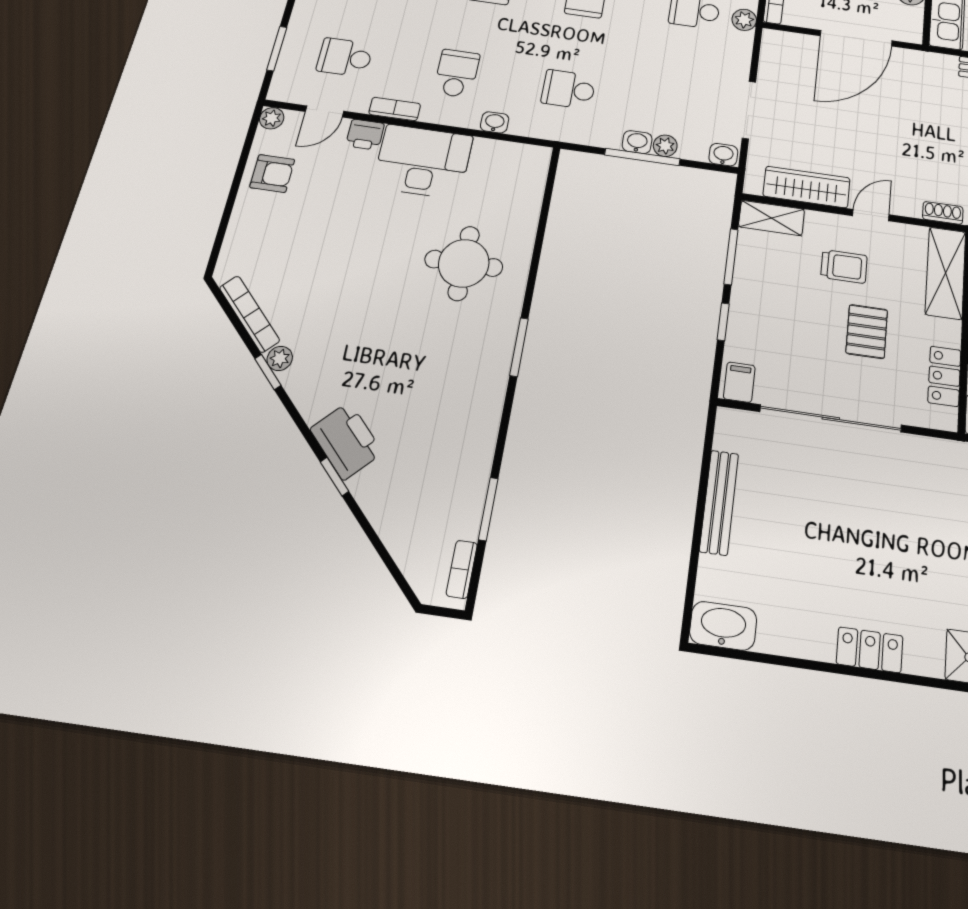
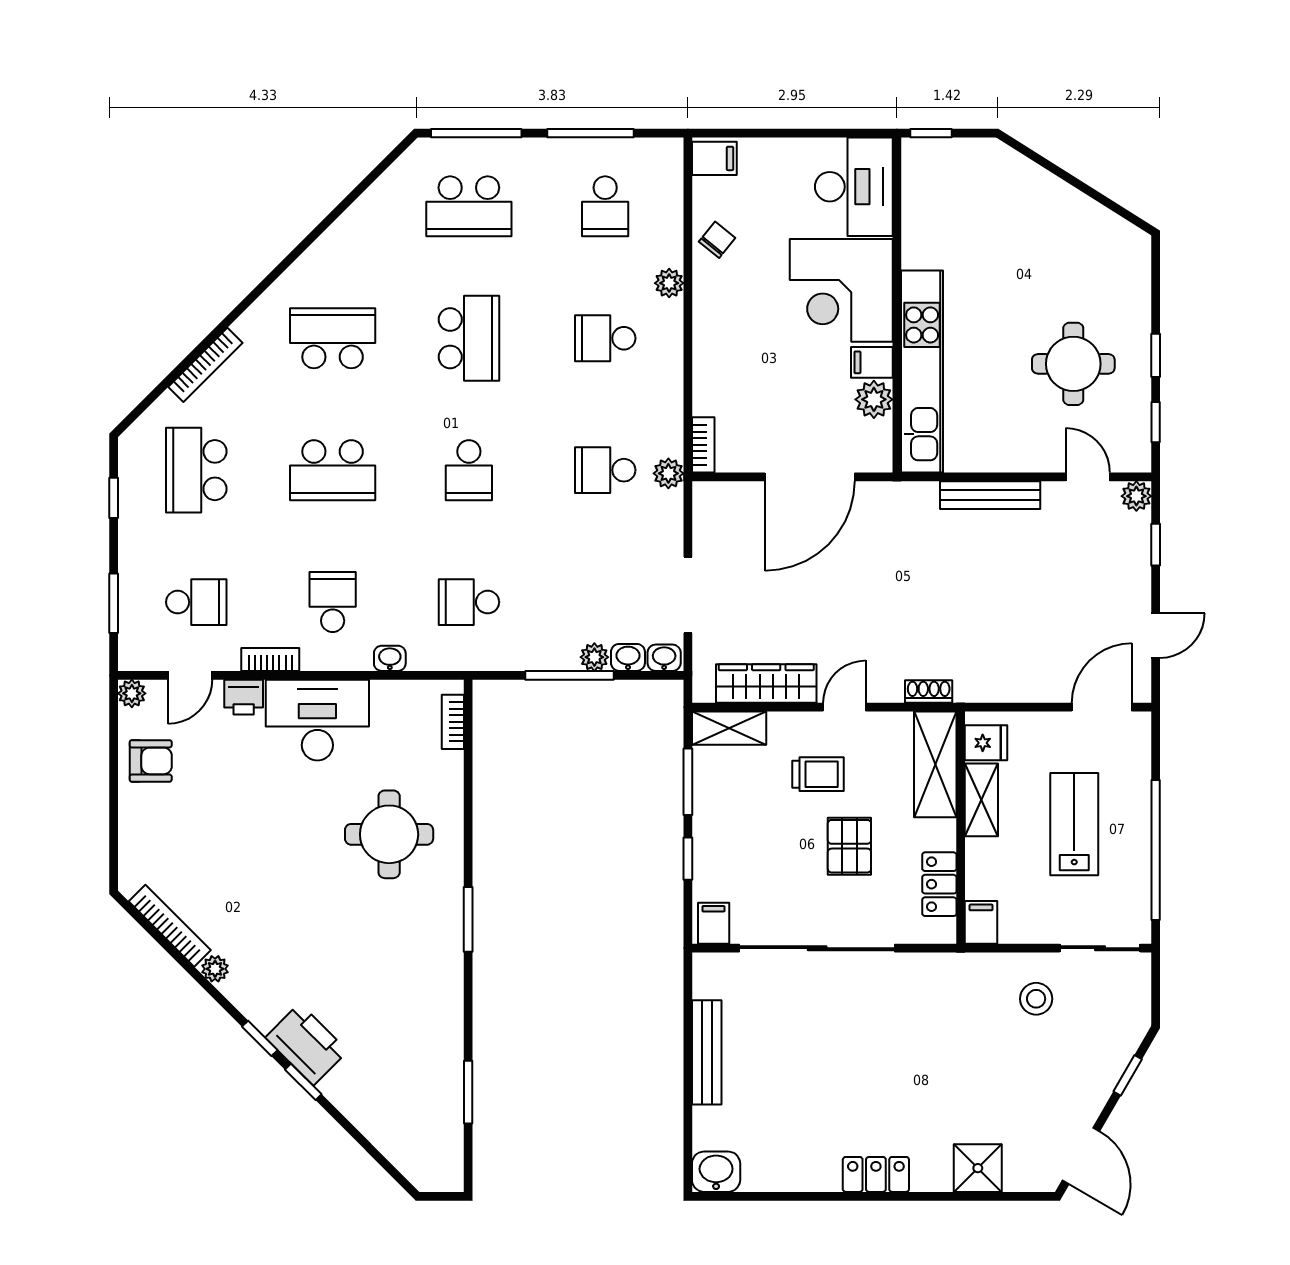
school desk: (345, 57) -> (196, 602), turned 180
washbasin: (637, 142) -> (628, 657), moved
window: (268, 372) -> (260, 1038), moved
bookcase: (462, 569) -> (453, 722), moved
washbasin: (723, 626) -> (716, 1172), width x0.72

